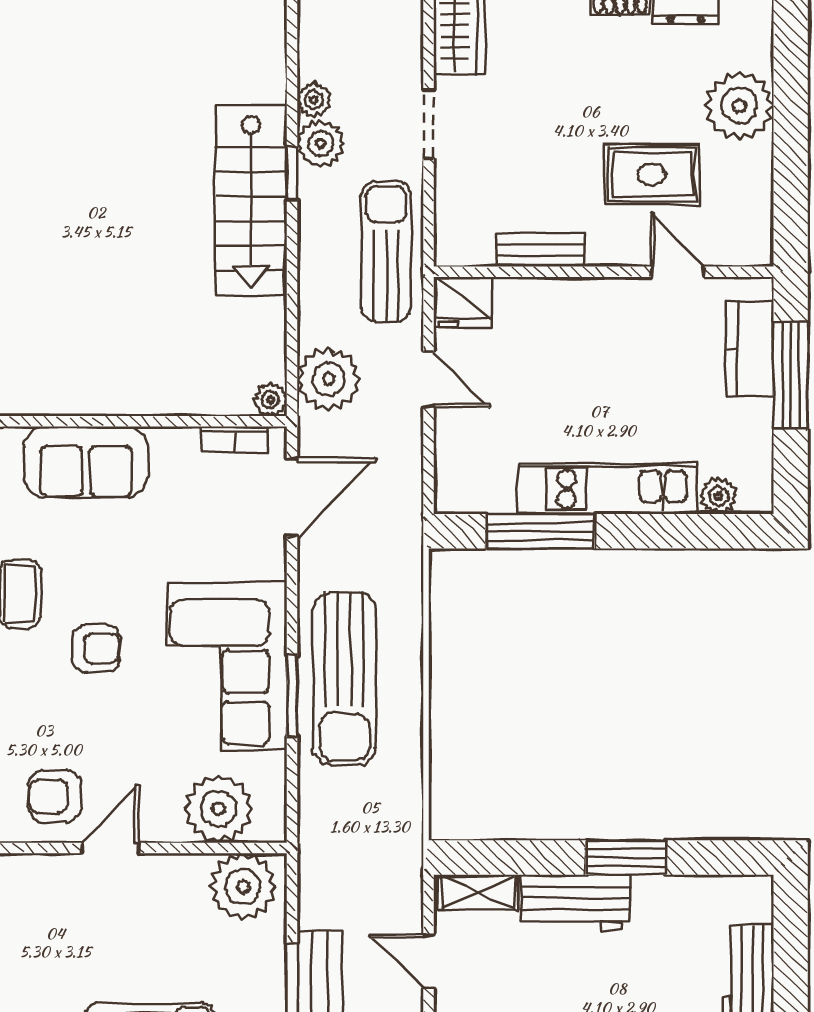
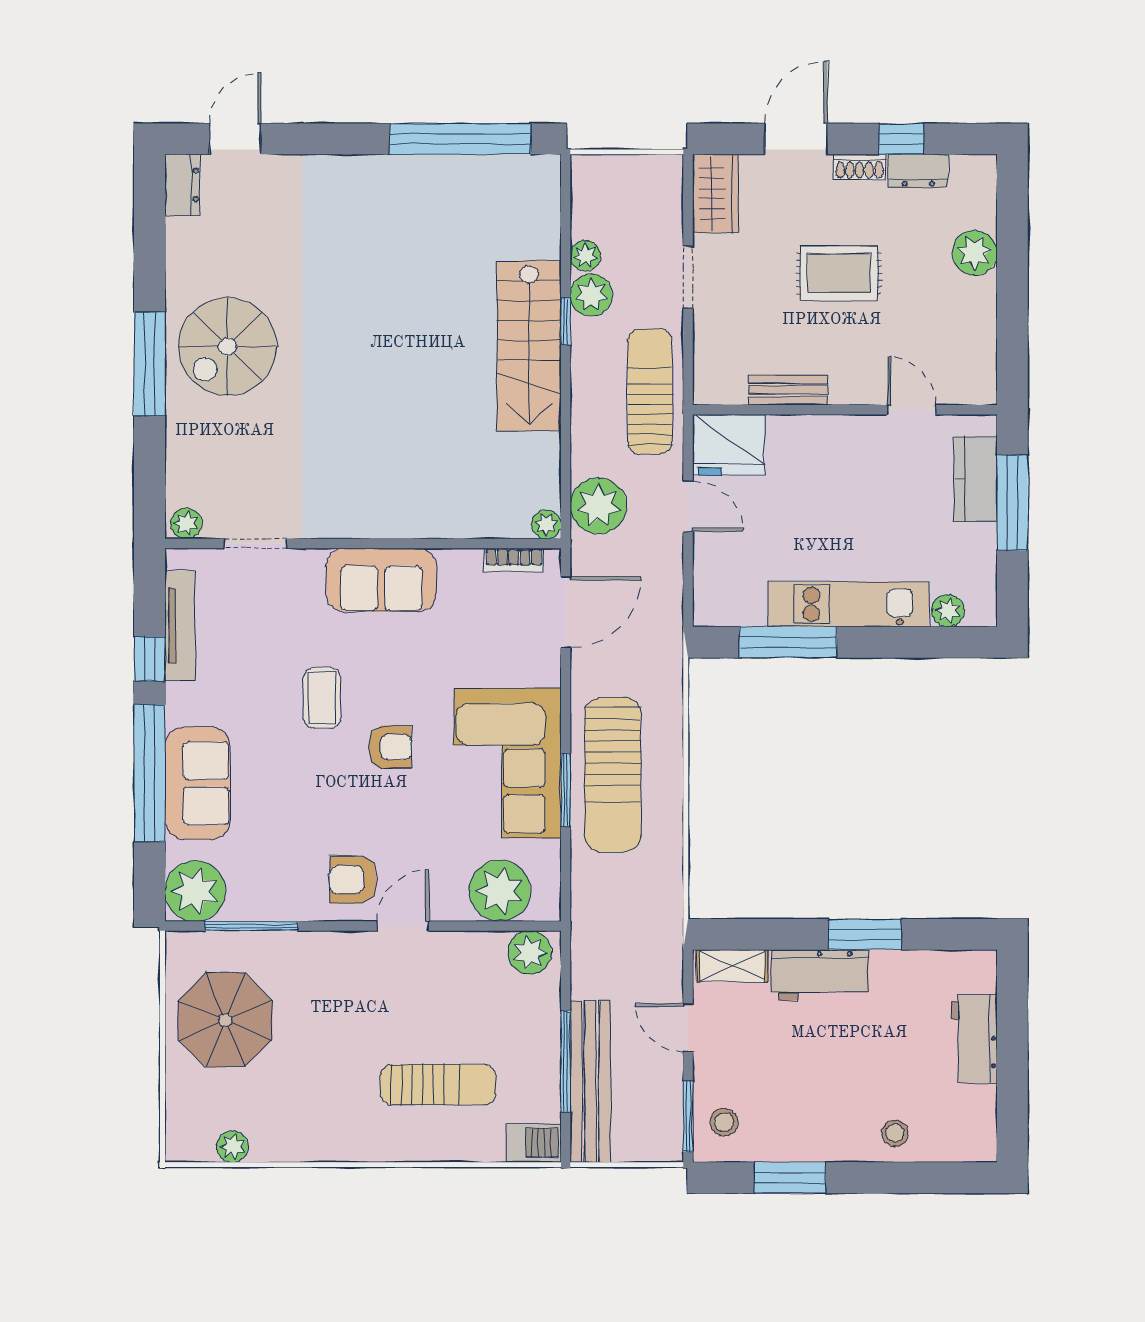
plant: (739, 106) -> (975, 253), width x0.73, depth x0.73
rug: (652, 174) -> (839, 273), moved
fridge: (463, 302) -> (729, 445), width x1.36, depth x1.34
plant: (243, 887) -> (530, 953), width x0.73, depth x0.73

